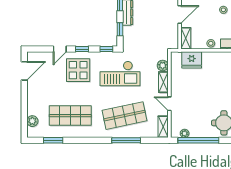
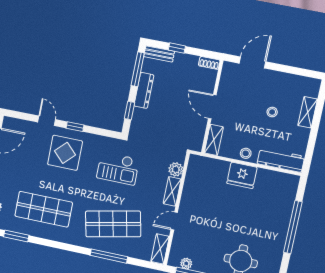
door: (180, 15) -> (212, 107), swing flipped
door: (60, 49) -> (47, 121), swing flipped
window: (106, 49) -> (107, 133), removed
fridge: (192, 60) -> (242, 175), moved
checkout: (120, 74) -> (118, 168), width x0.73, depth x0.83
door: (169, 104) -> (174, 221), hinge flipped

